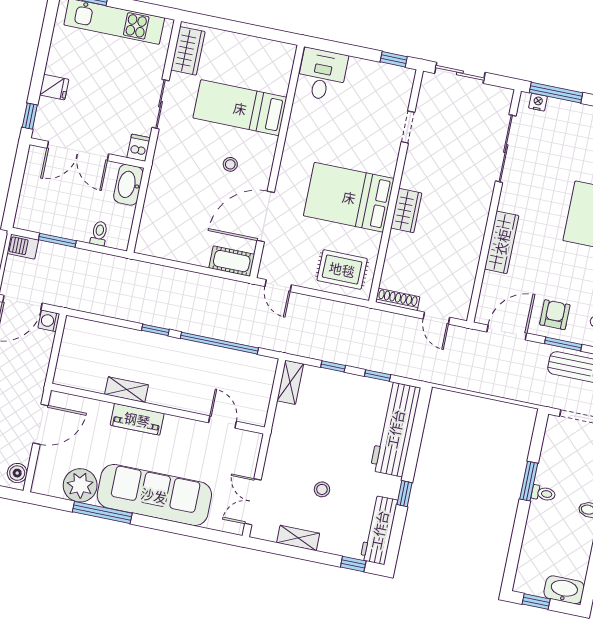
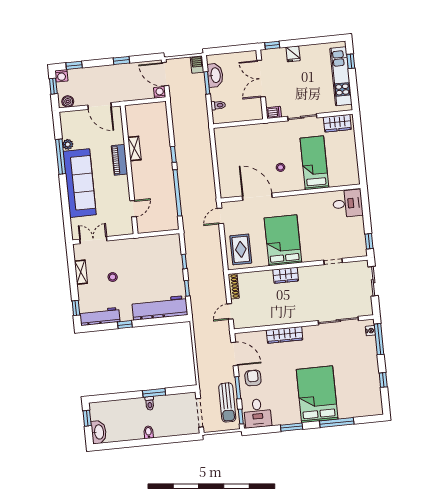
washbasin: (128, 185) -> (215, 75), moved, turned 90
cot: (232, 261) -> (226, 185), removed
armchair: (555, 315) -> (253, 378), turned -90
shelving: (290, 382) -> (168, 240), removed
plant: (80, 485) -> (68, 144), width x0.53, depth x0.53

